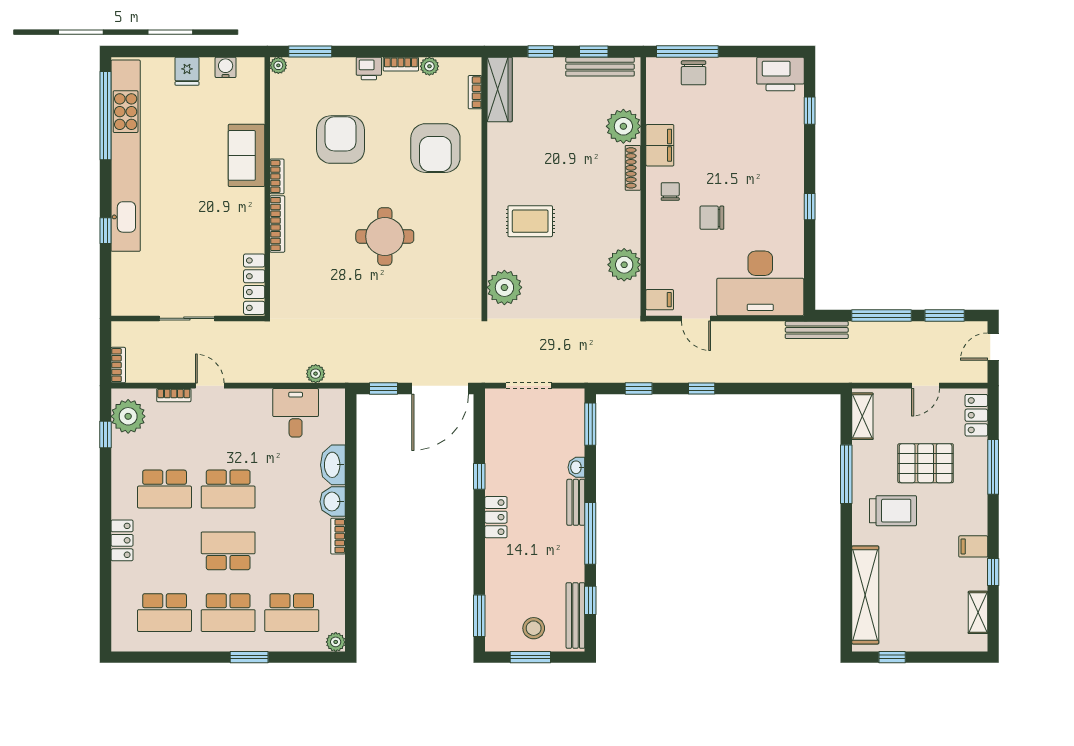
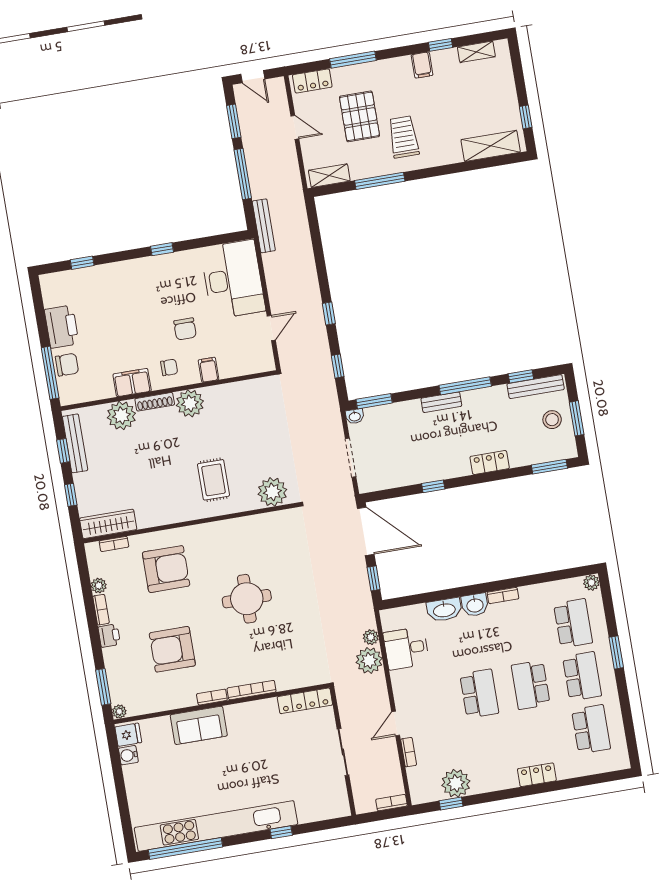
fridge: (187, 71) -> (128, 735), moved
printer: (780, 74) -> (62, 327), moved
chair: (670, 191) -> (169, 367), turned 180
plant: (624, 265) -> (190, 403), moved
filing cabinet: (660, 300) -> (209, 370), moved
plant: (289, 367) -> (369, 660), added
plant: (128, 416) -> (456, 783), moved
washbasin: (576, 467) -> (355, 416), moved
school desk: (165, 489) -> (488, 747), removed
locker: (496, 517) -> (490, 463), moved
shelving: (865, 595) -> (491, 146), width x0.68

